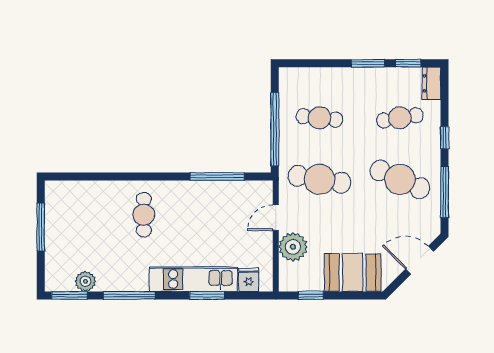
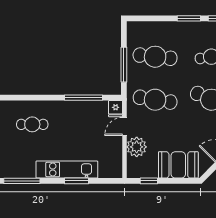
cafe table: (319, 118) -> (155, 57), width x1.37, depth x1.35
window: (275, 129) -> (124, 65), width x0.68
cafe table: (144, 215) -> (32, 124), turned 90
fridge: (249, 280) -> (116, 109), moved, turned 180

